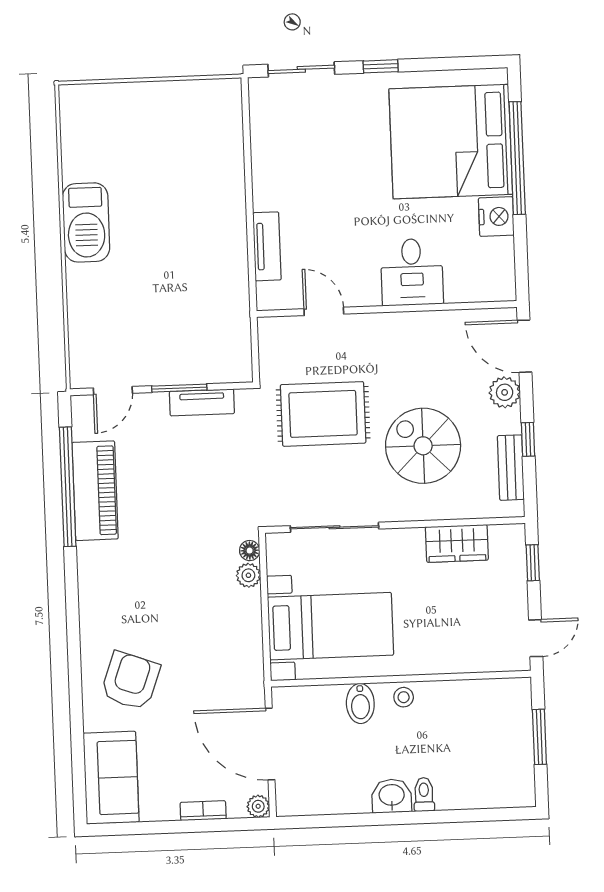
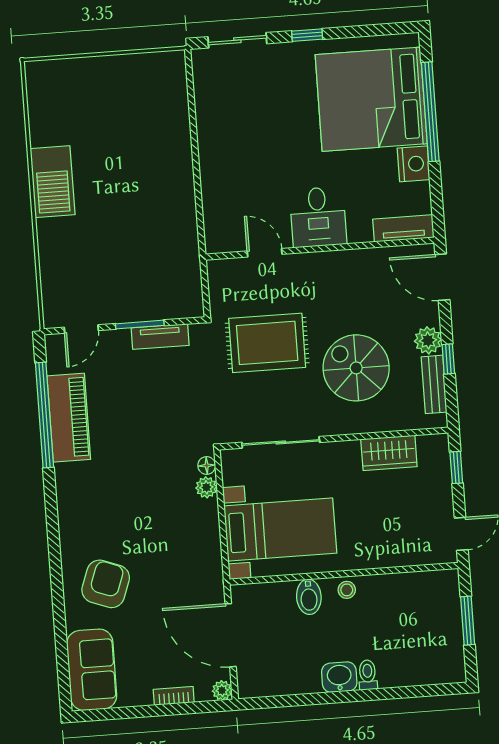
tv unit: (267, 246) -> (403, 228), moved, turned -90
desk: (412, 272) -> (318, 217), moved
plant: (505, 392) -> (428, 340), moved

